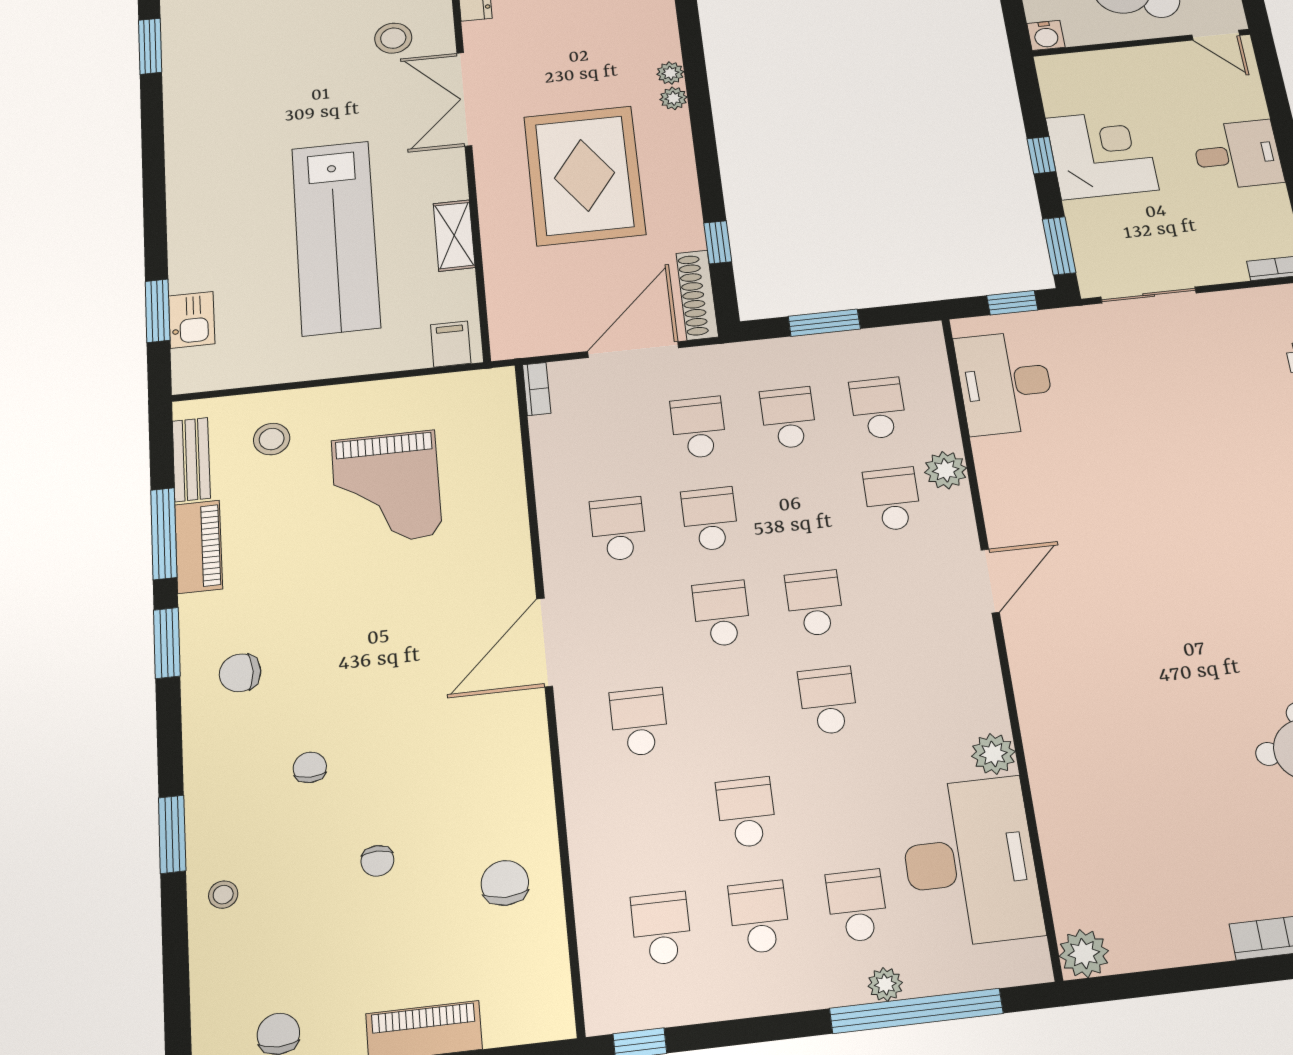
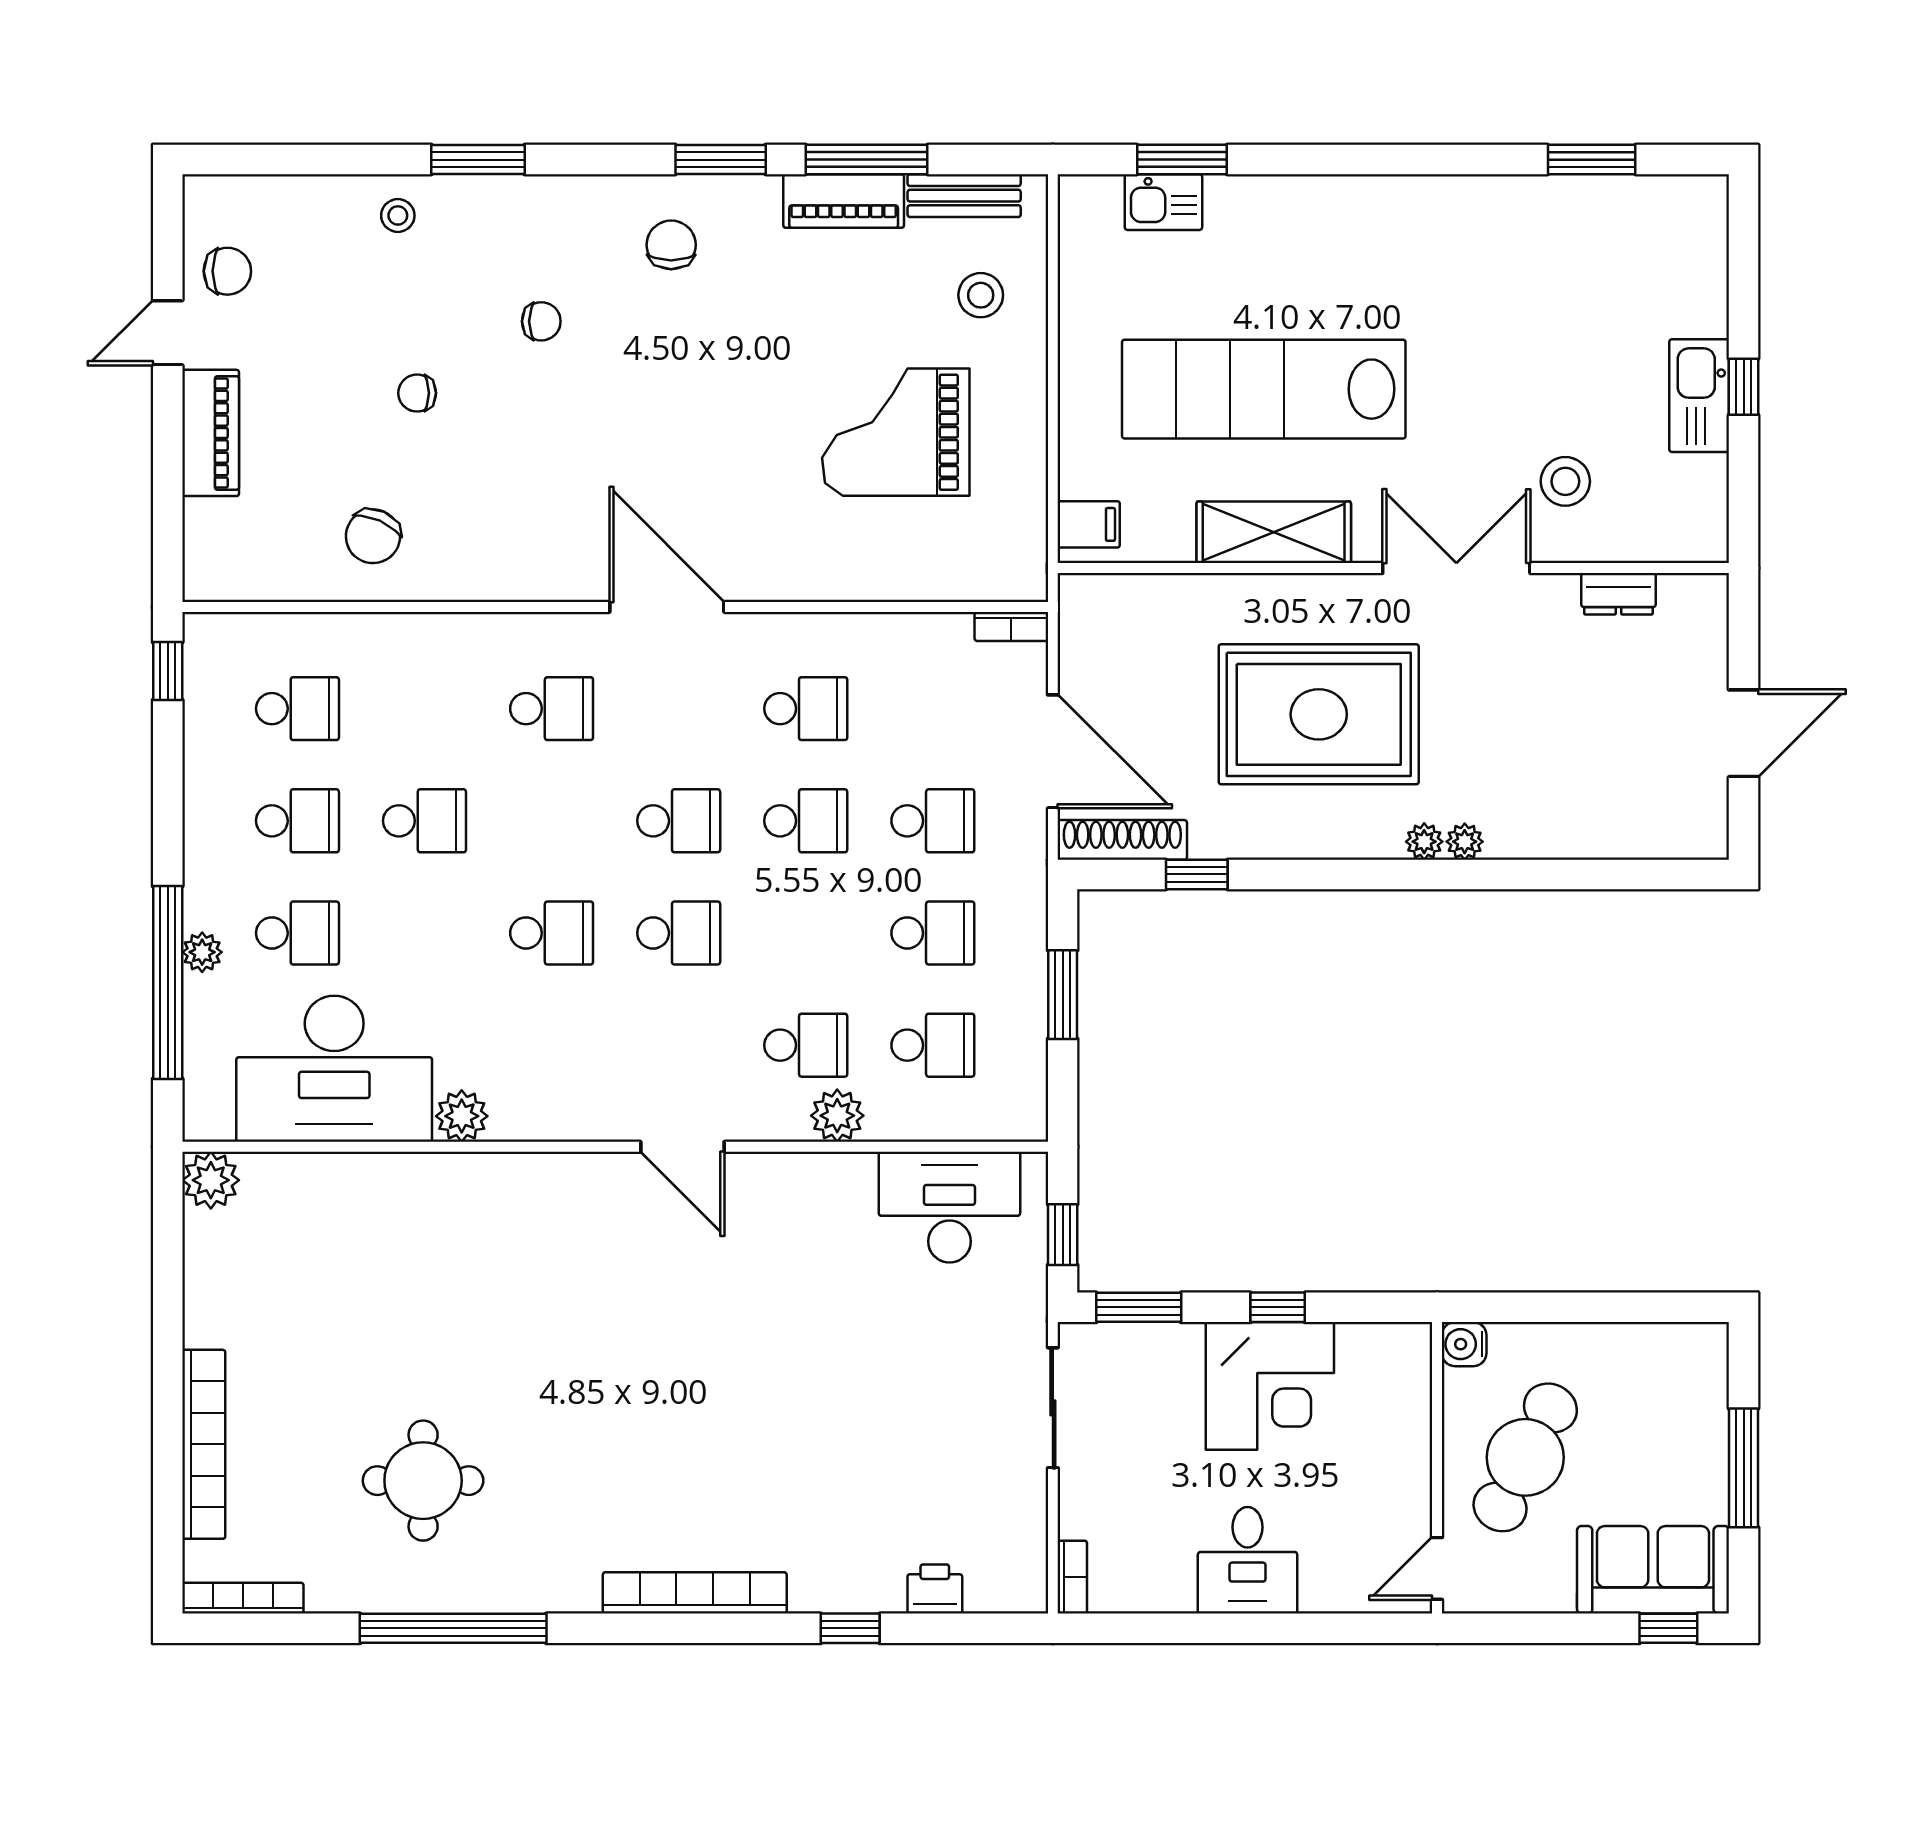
shelving: (454, 235) -> (1274, 532), width x1.50, depth x1.33
chair: (505, 883) -> (373, 536), turned 114

